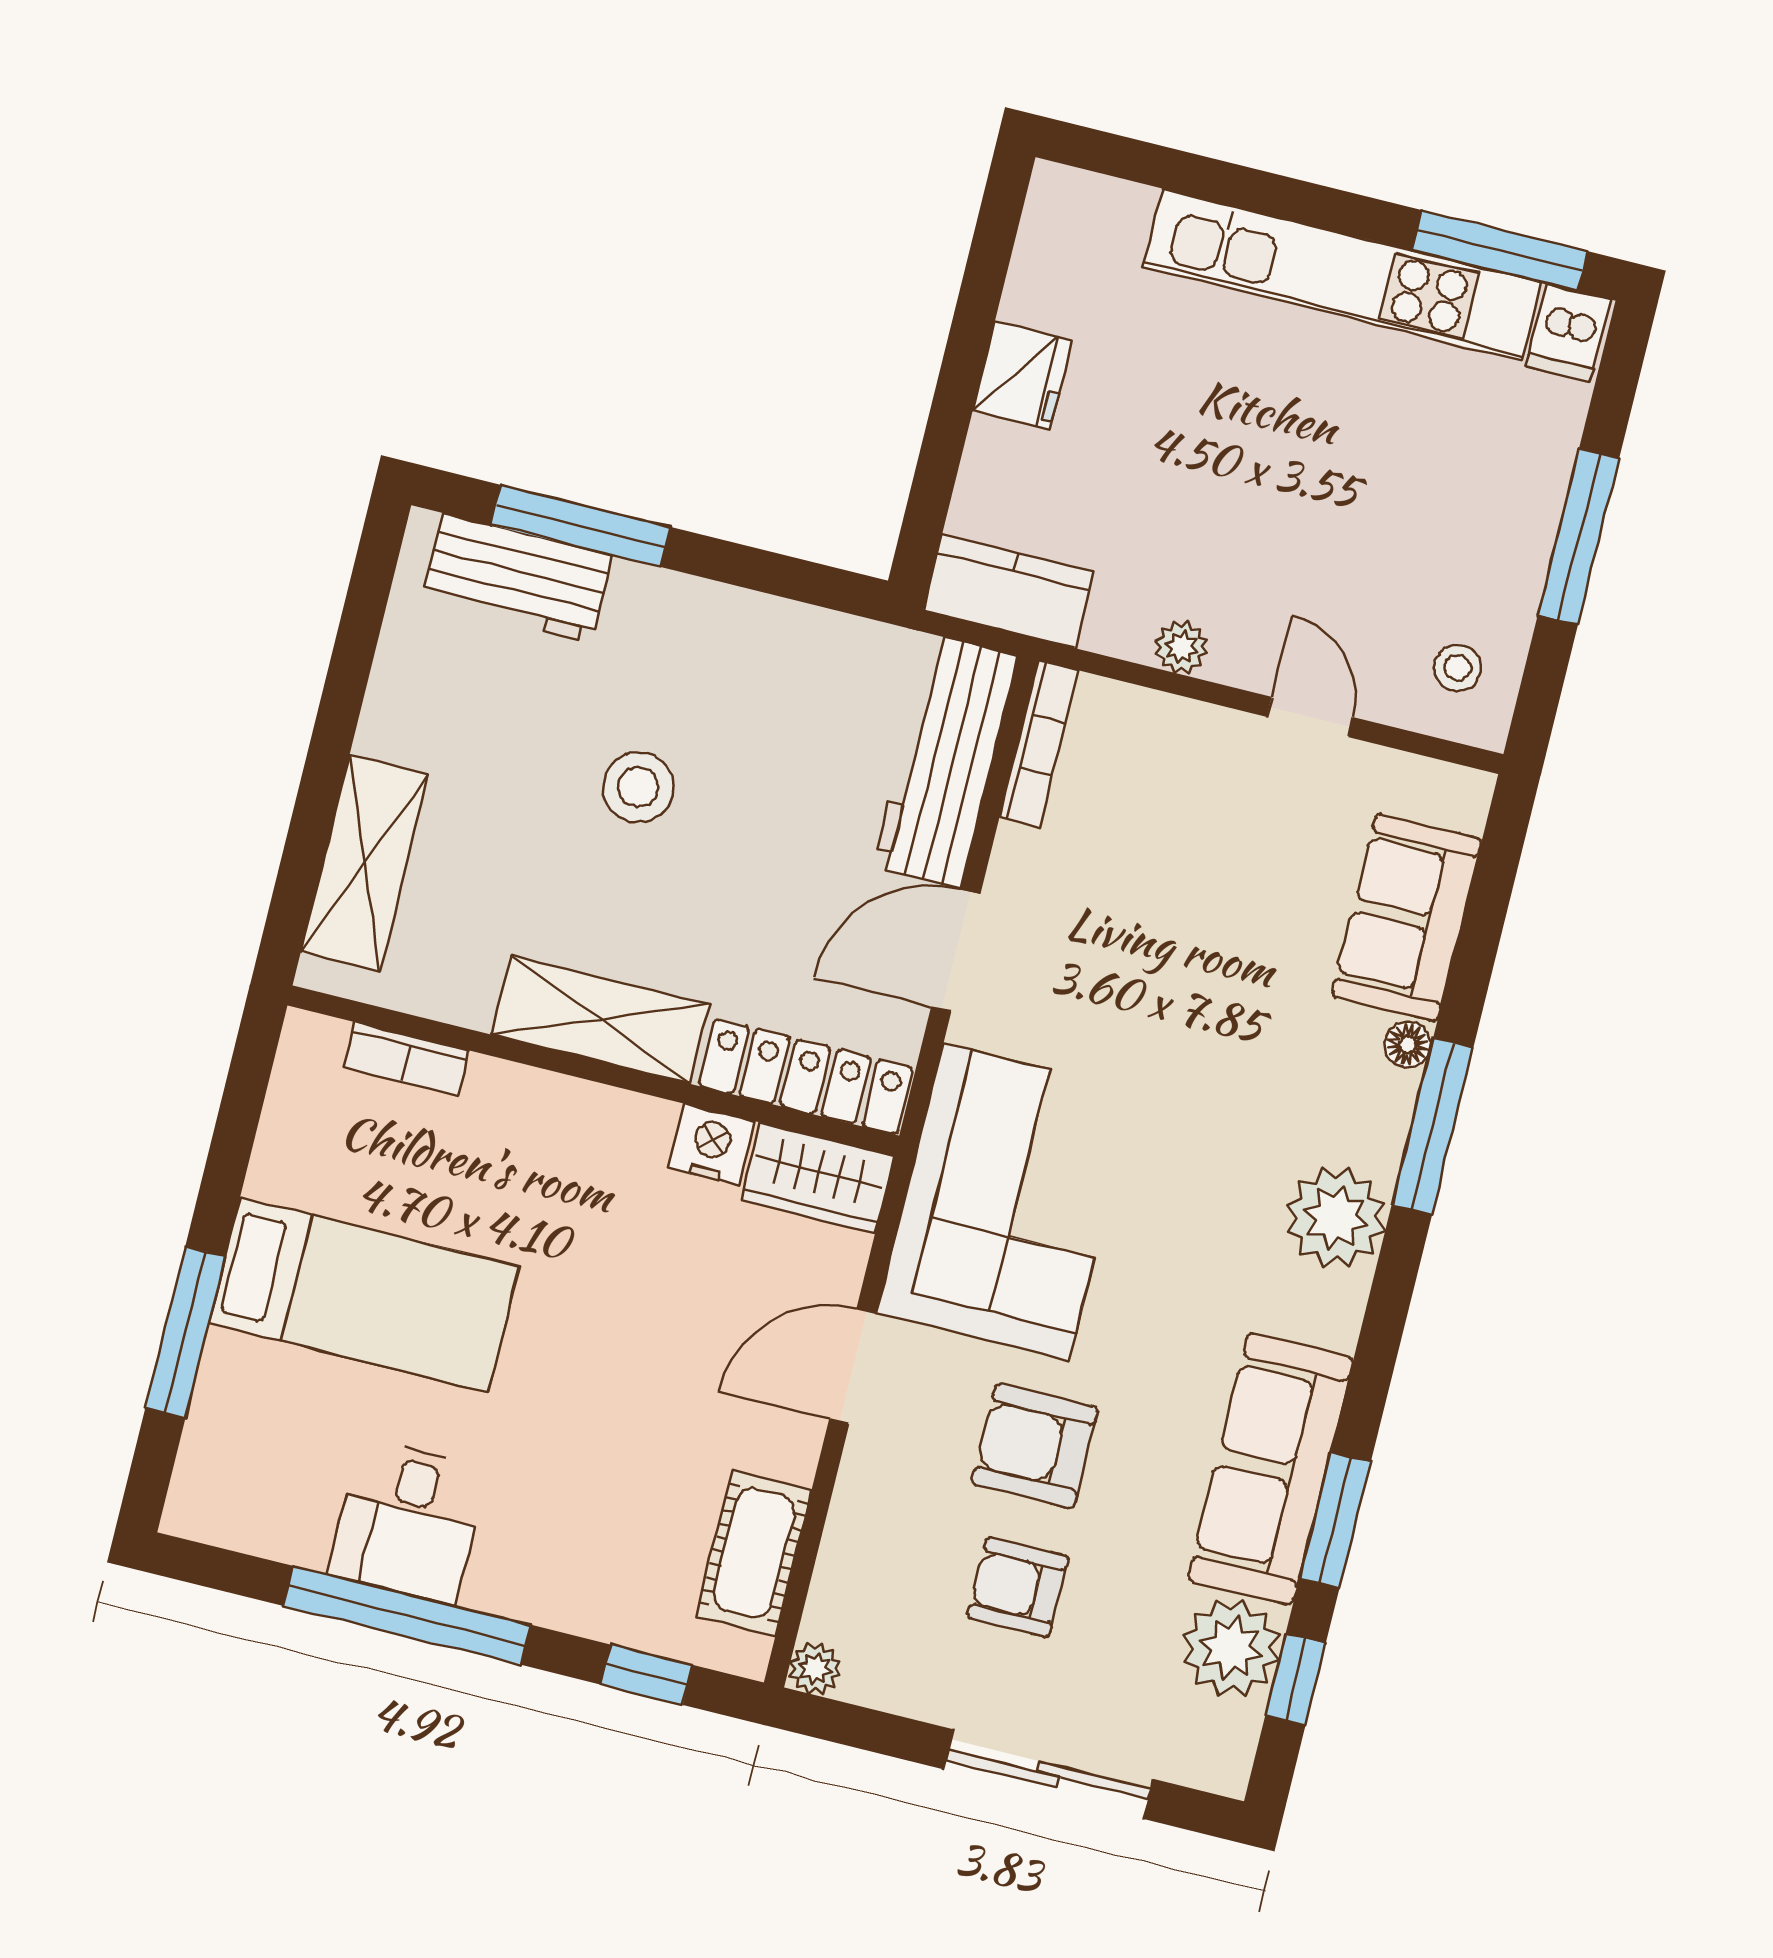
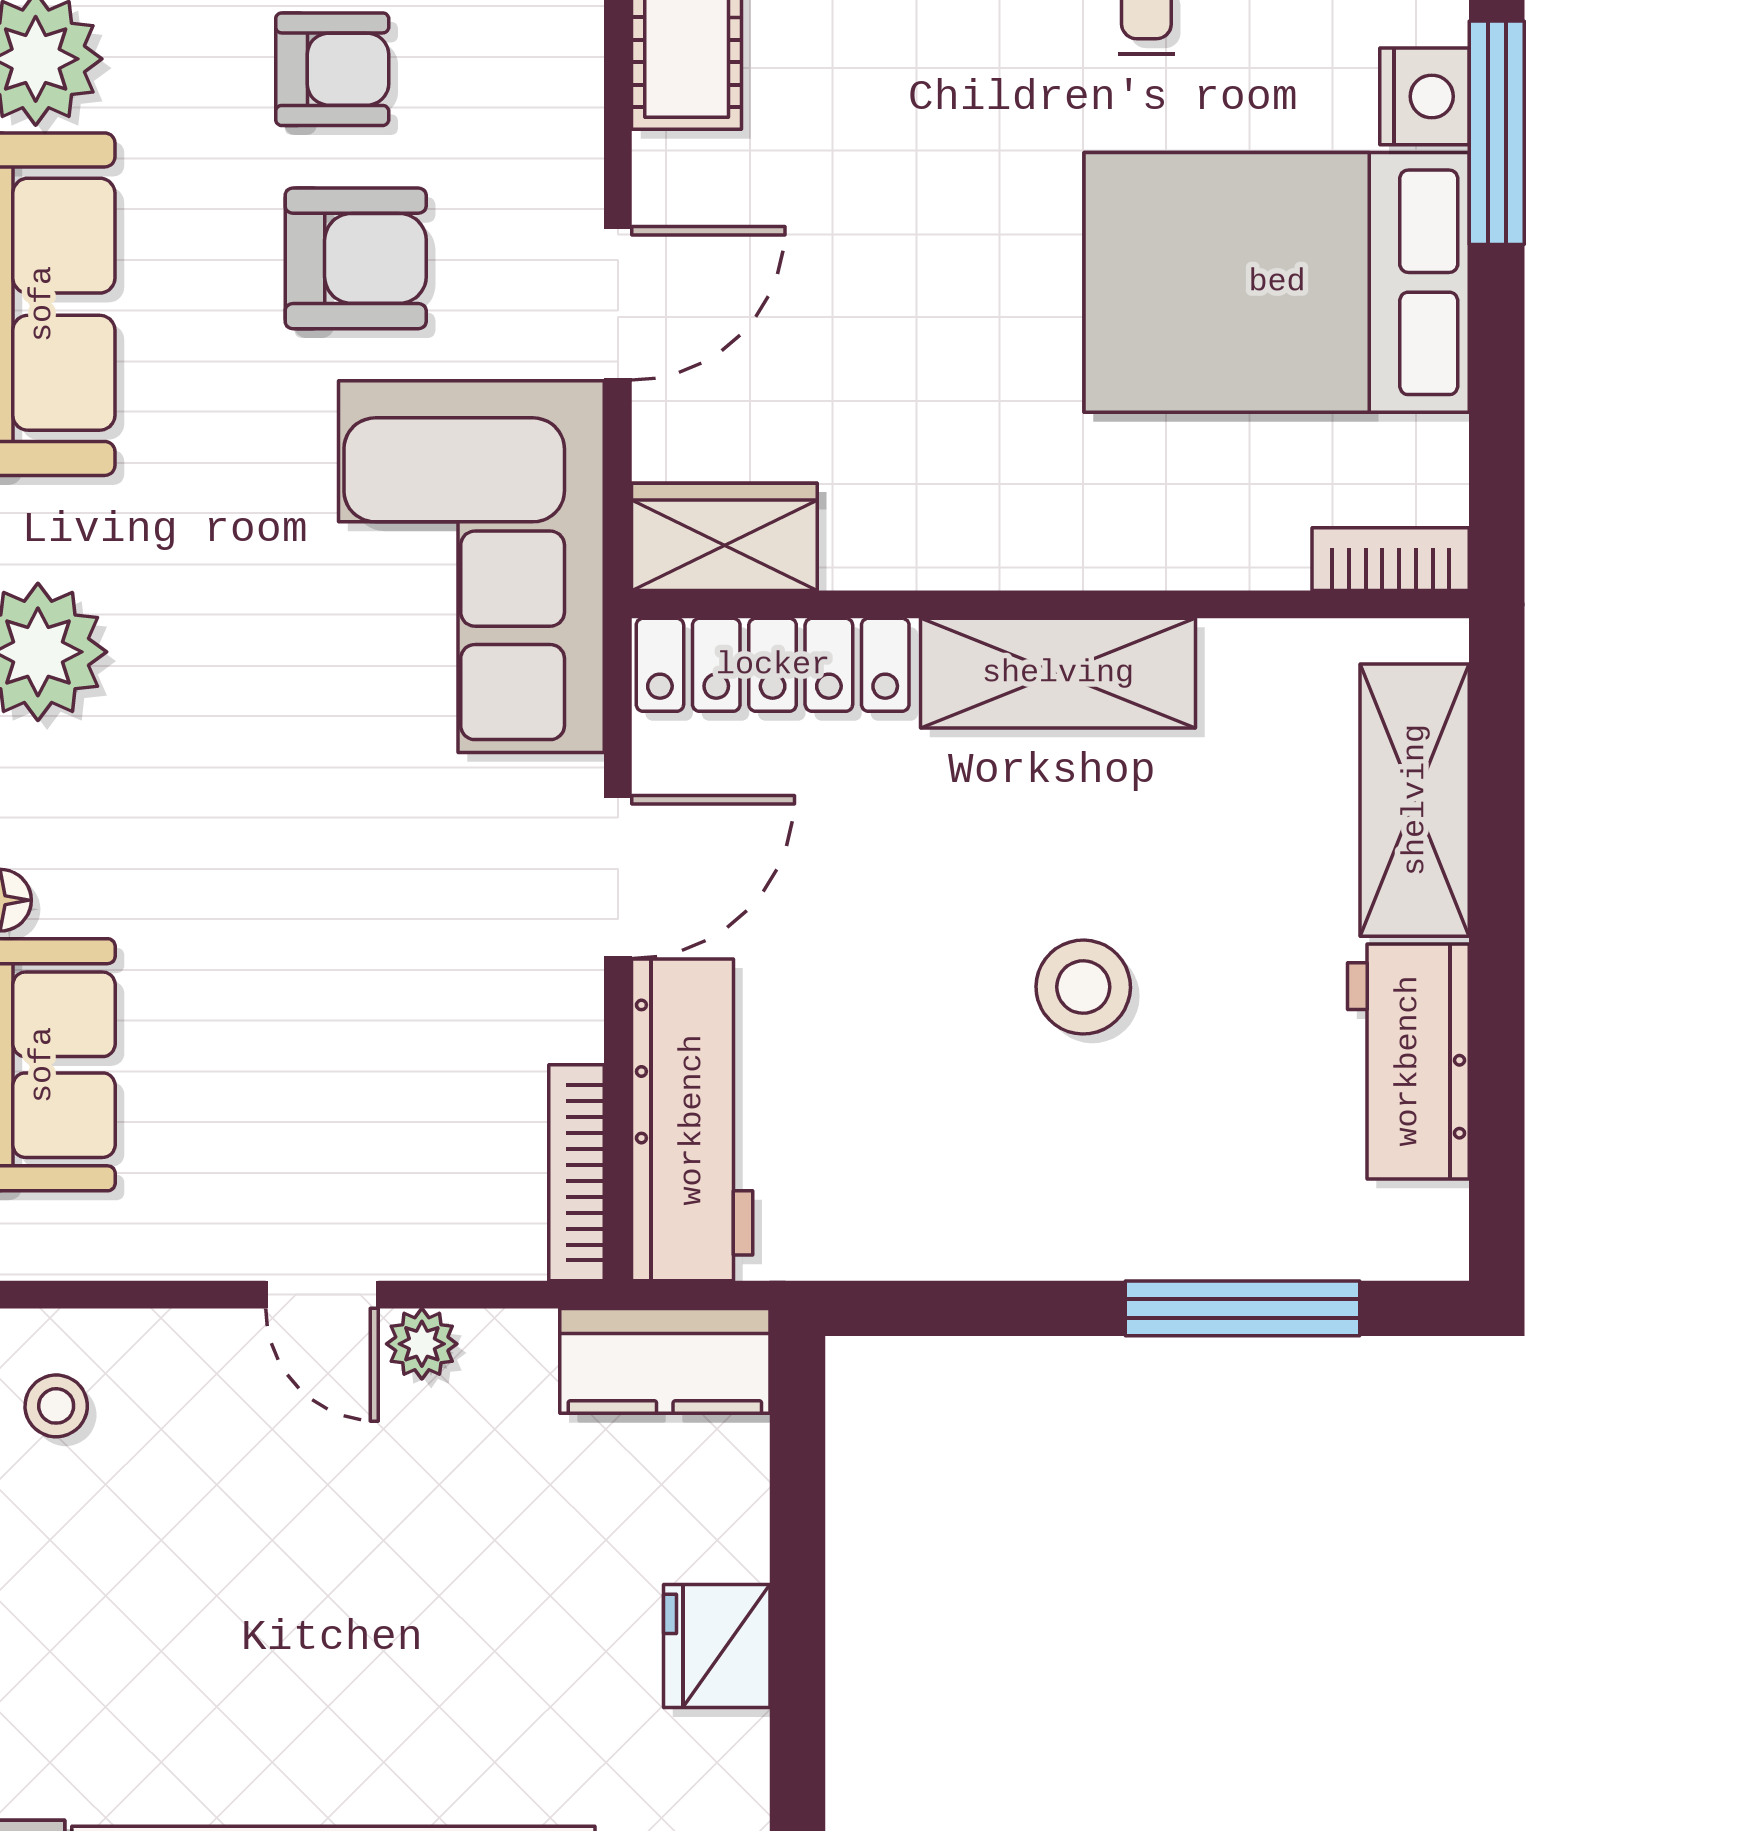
workbench: (517, 578) -> (1408, 1061), moved, turned -90
door: (1310, 717) -> (322, 1295), moved
bookcase: (407, 1059) -> (1391, 559), moved
nightstand: (712, 1145) -> (1425, 96), moved, turned -90
bed: (364, 1295) -> (1277, 282), width x1.50

